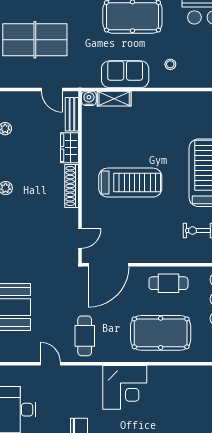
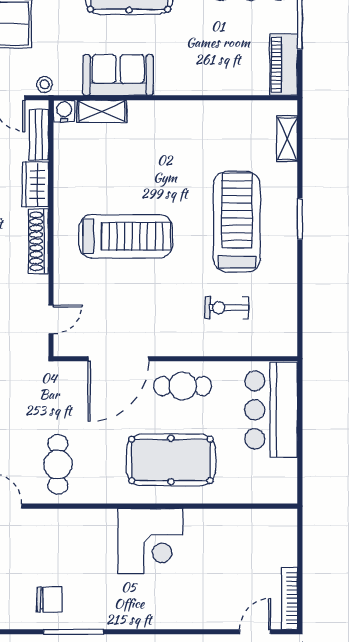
stool: (170, 64) -> (45, 84), moved
door: (108, 265) -> (118, 359), moved
corner desk: (125, 387) -> (150, 541), moved

